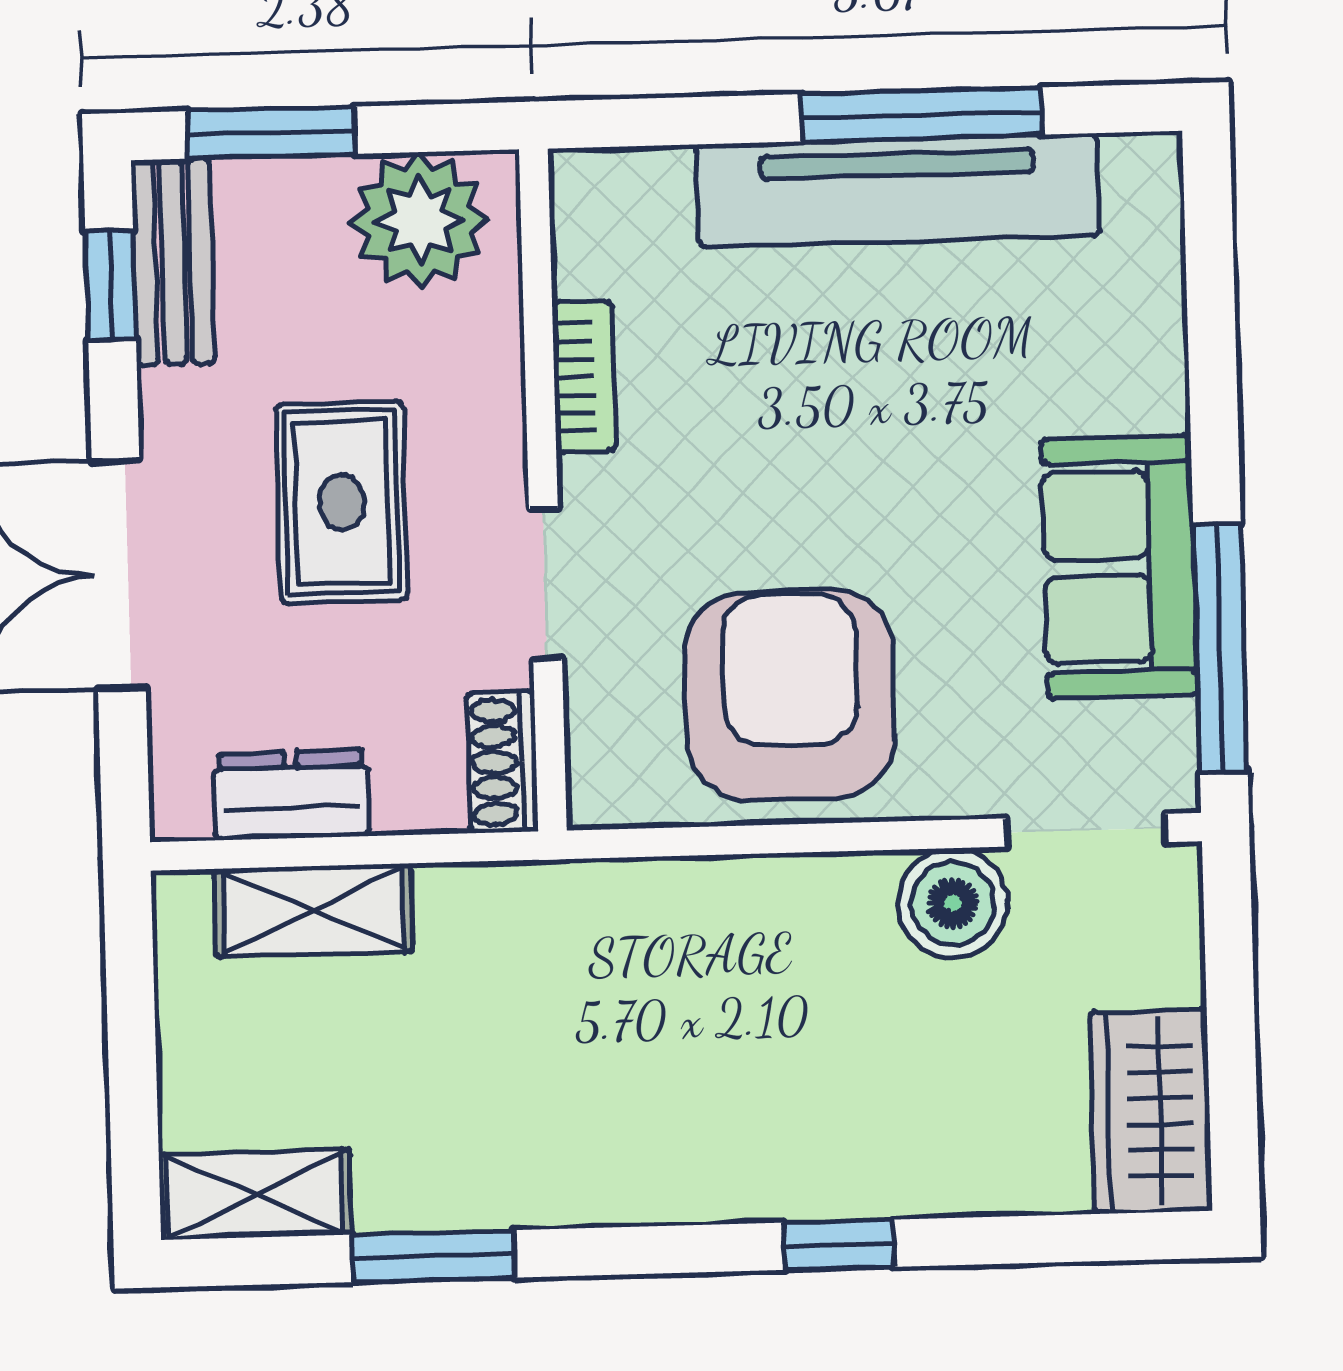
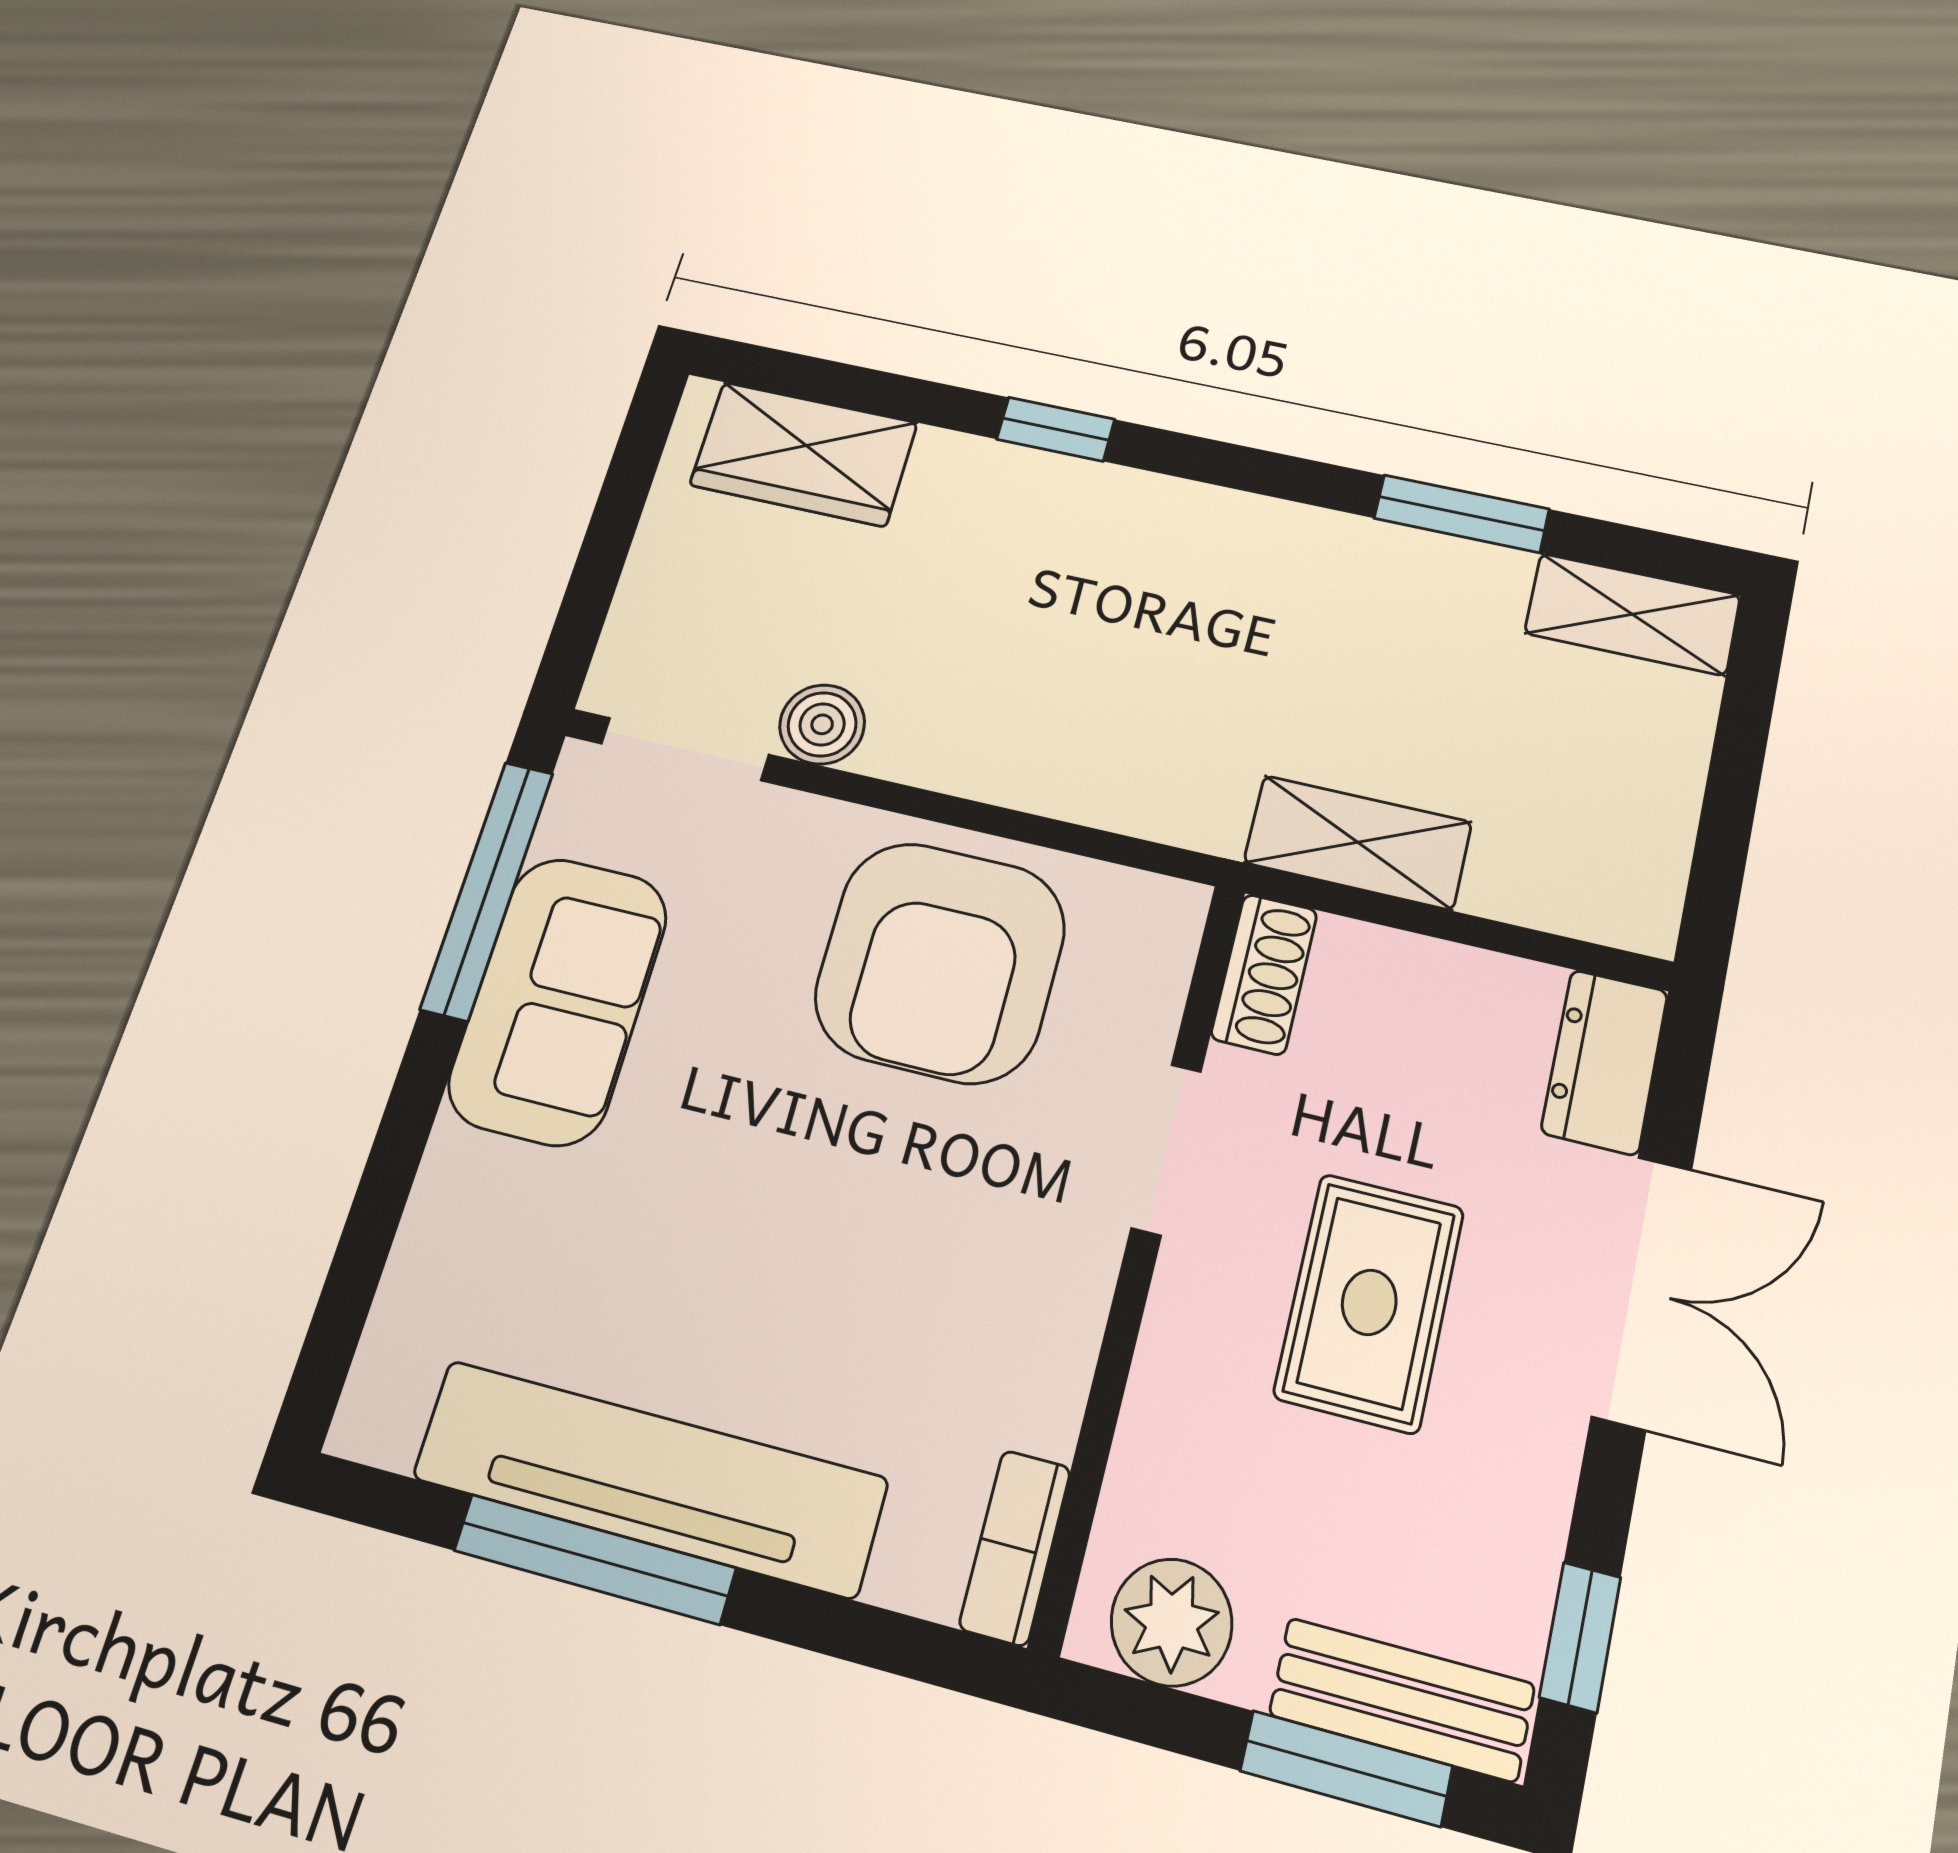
plant: (419, 221) -> (1172, 1622), width x0.73, depth x0.73
bench: (173, 262) -> (1402, 1700), moved, turned 90
bookcase: (584, 377) -> (1015, 1548), moved
dresser: (291, 795) -> (1605, 1062), moved, turned 90
boiler: (953, 903) -> (822, 724), width x0.73, depth x0.73
shelving: (314, 910) -> (1358, 842), moved
wardrobe: (1151, 1111) -> (804, 454), moved, turned 90

